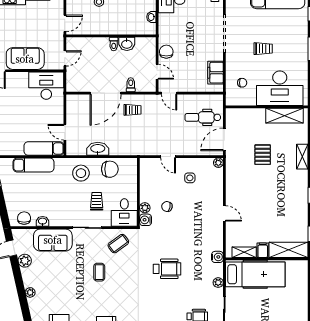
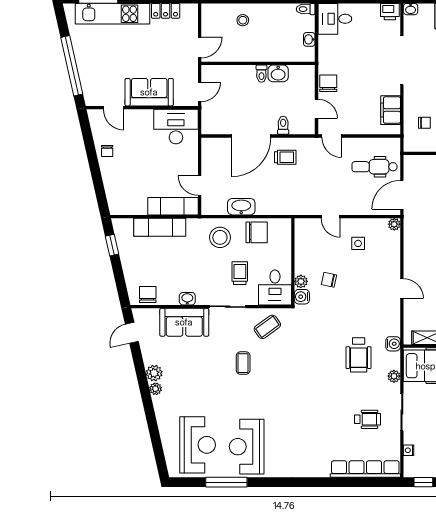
washbasin: (43, 221) -> (187, 299), moved
plant: (25, 261) -> (154, 373), moved
wheelchair: (167, 269) -> (359, 355), moved, turned 90

